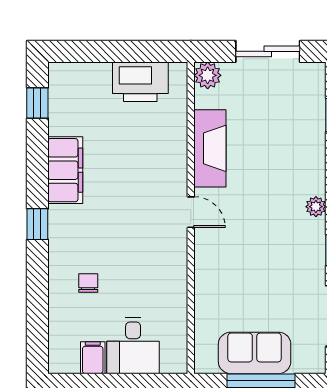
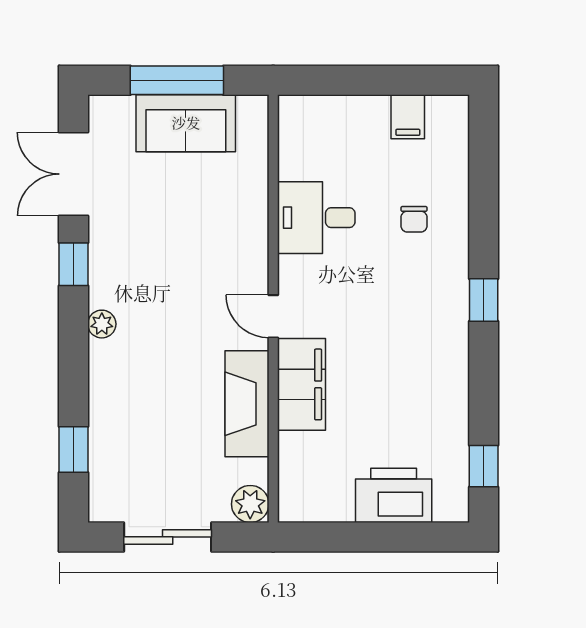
printer: (140, 82) -> (394, 495), moved
filing cabinet: (65, 170) -> (301, 384), moved, turned 180
desk: (133, 346) -> (316, 218), moved, turned -90

